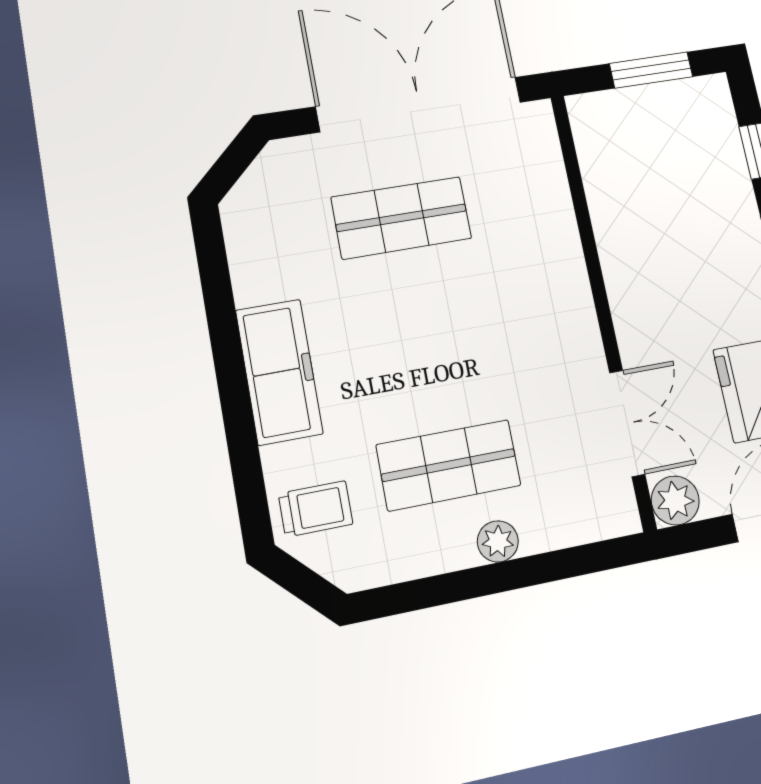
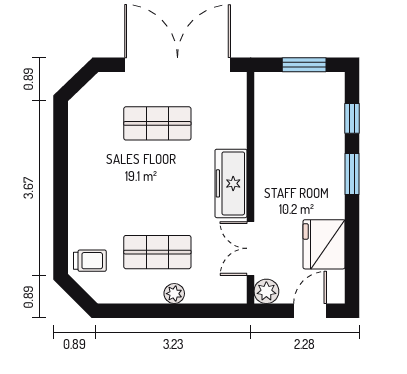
freezer: (279, 372) -> (231, 183), moved, turned 180
double door: (627, 423) -> (251, 248), swing flipped

